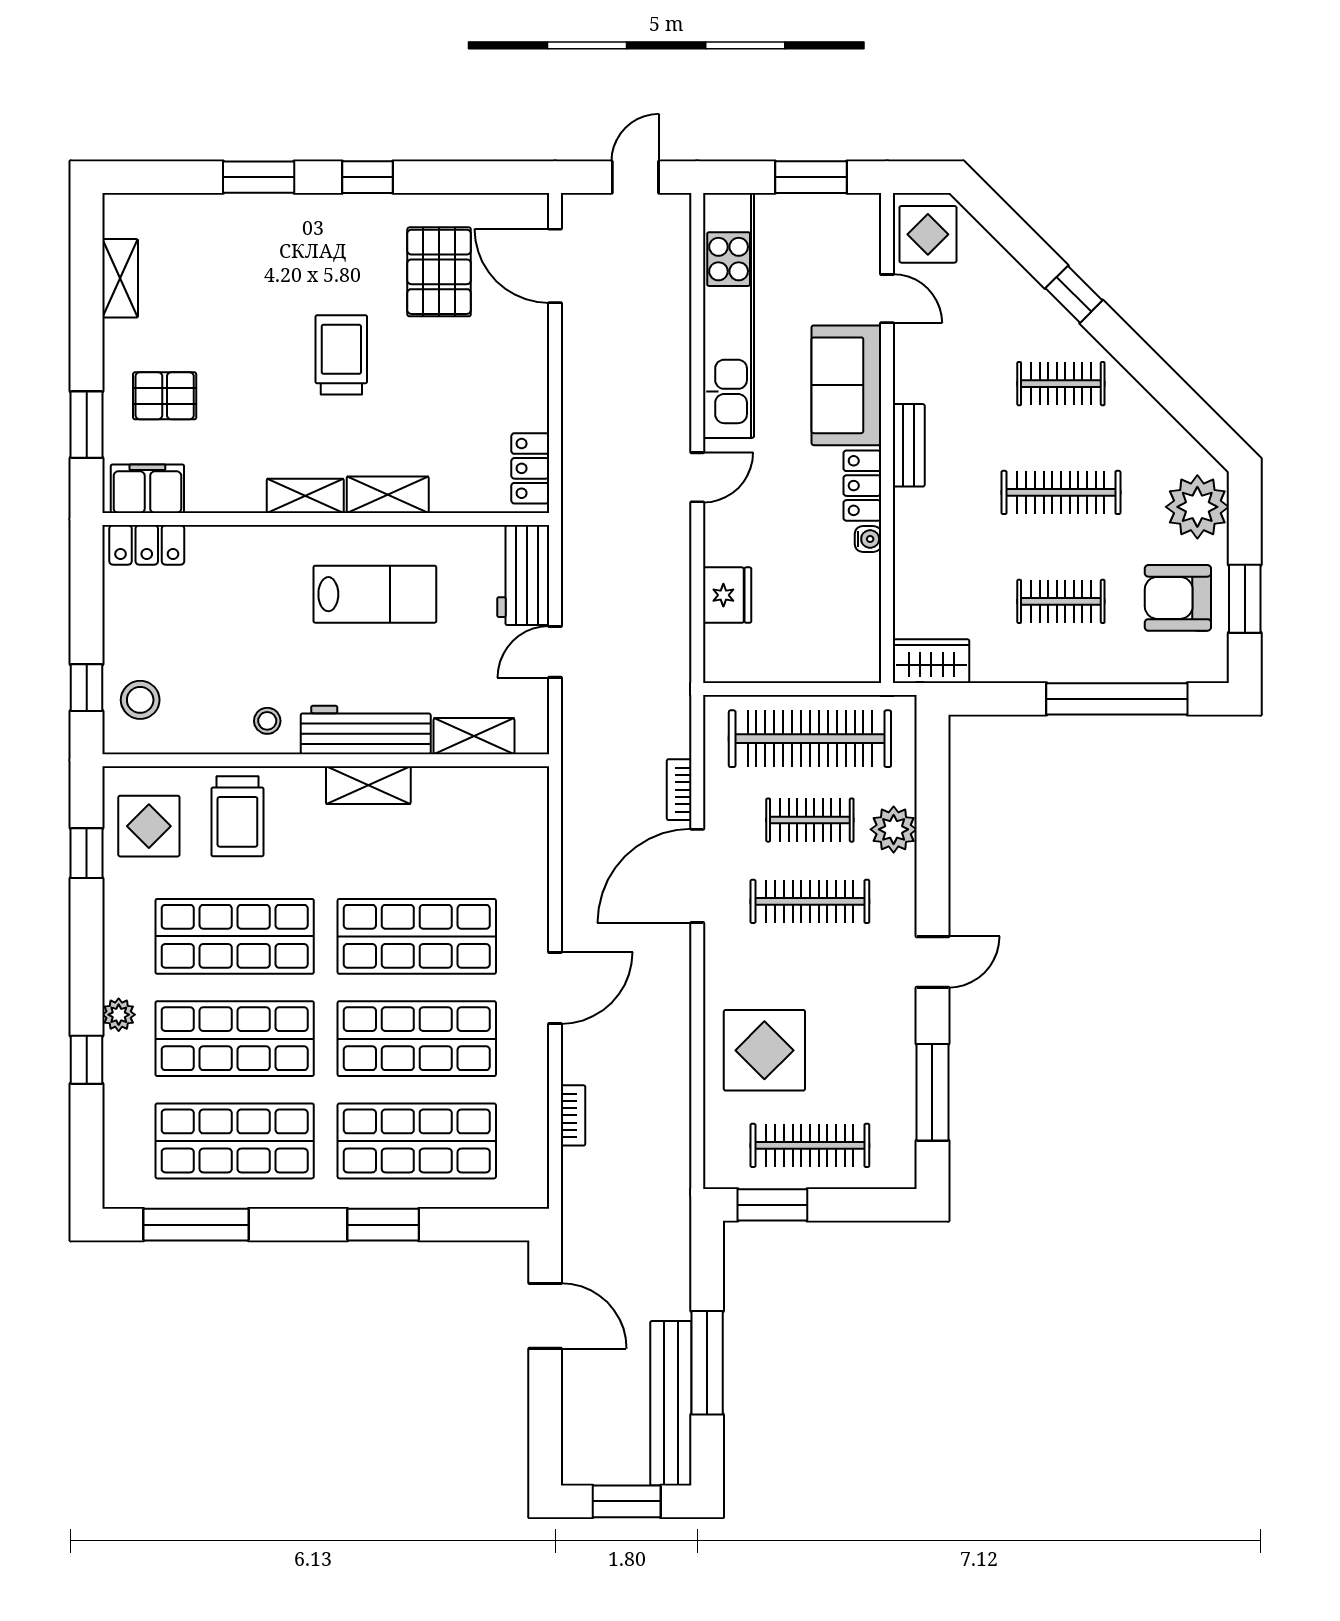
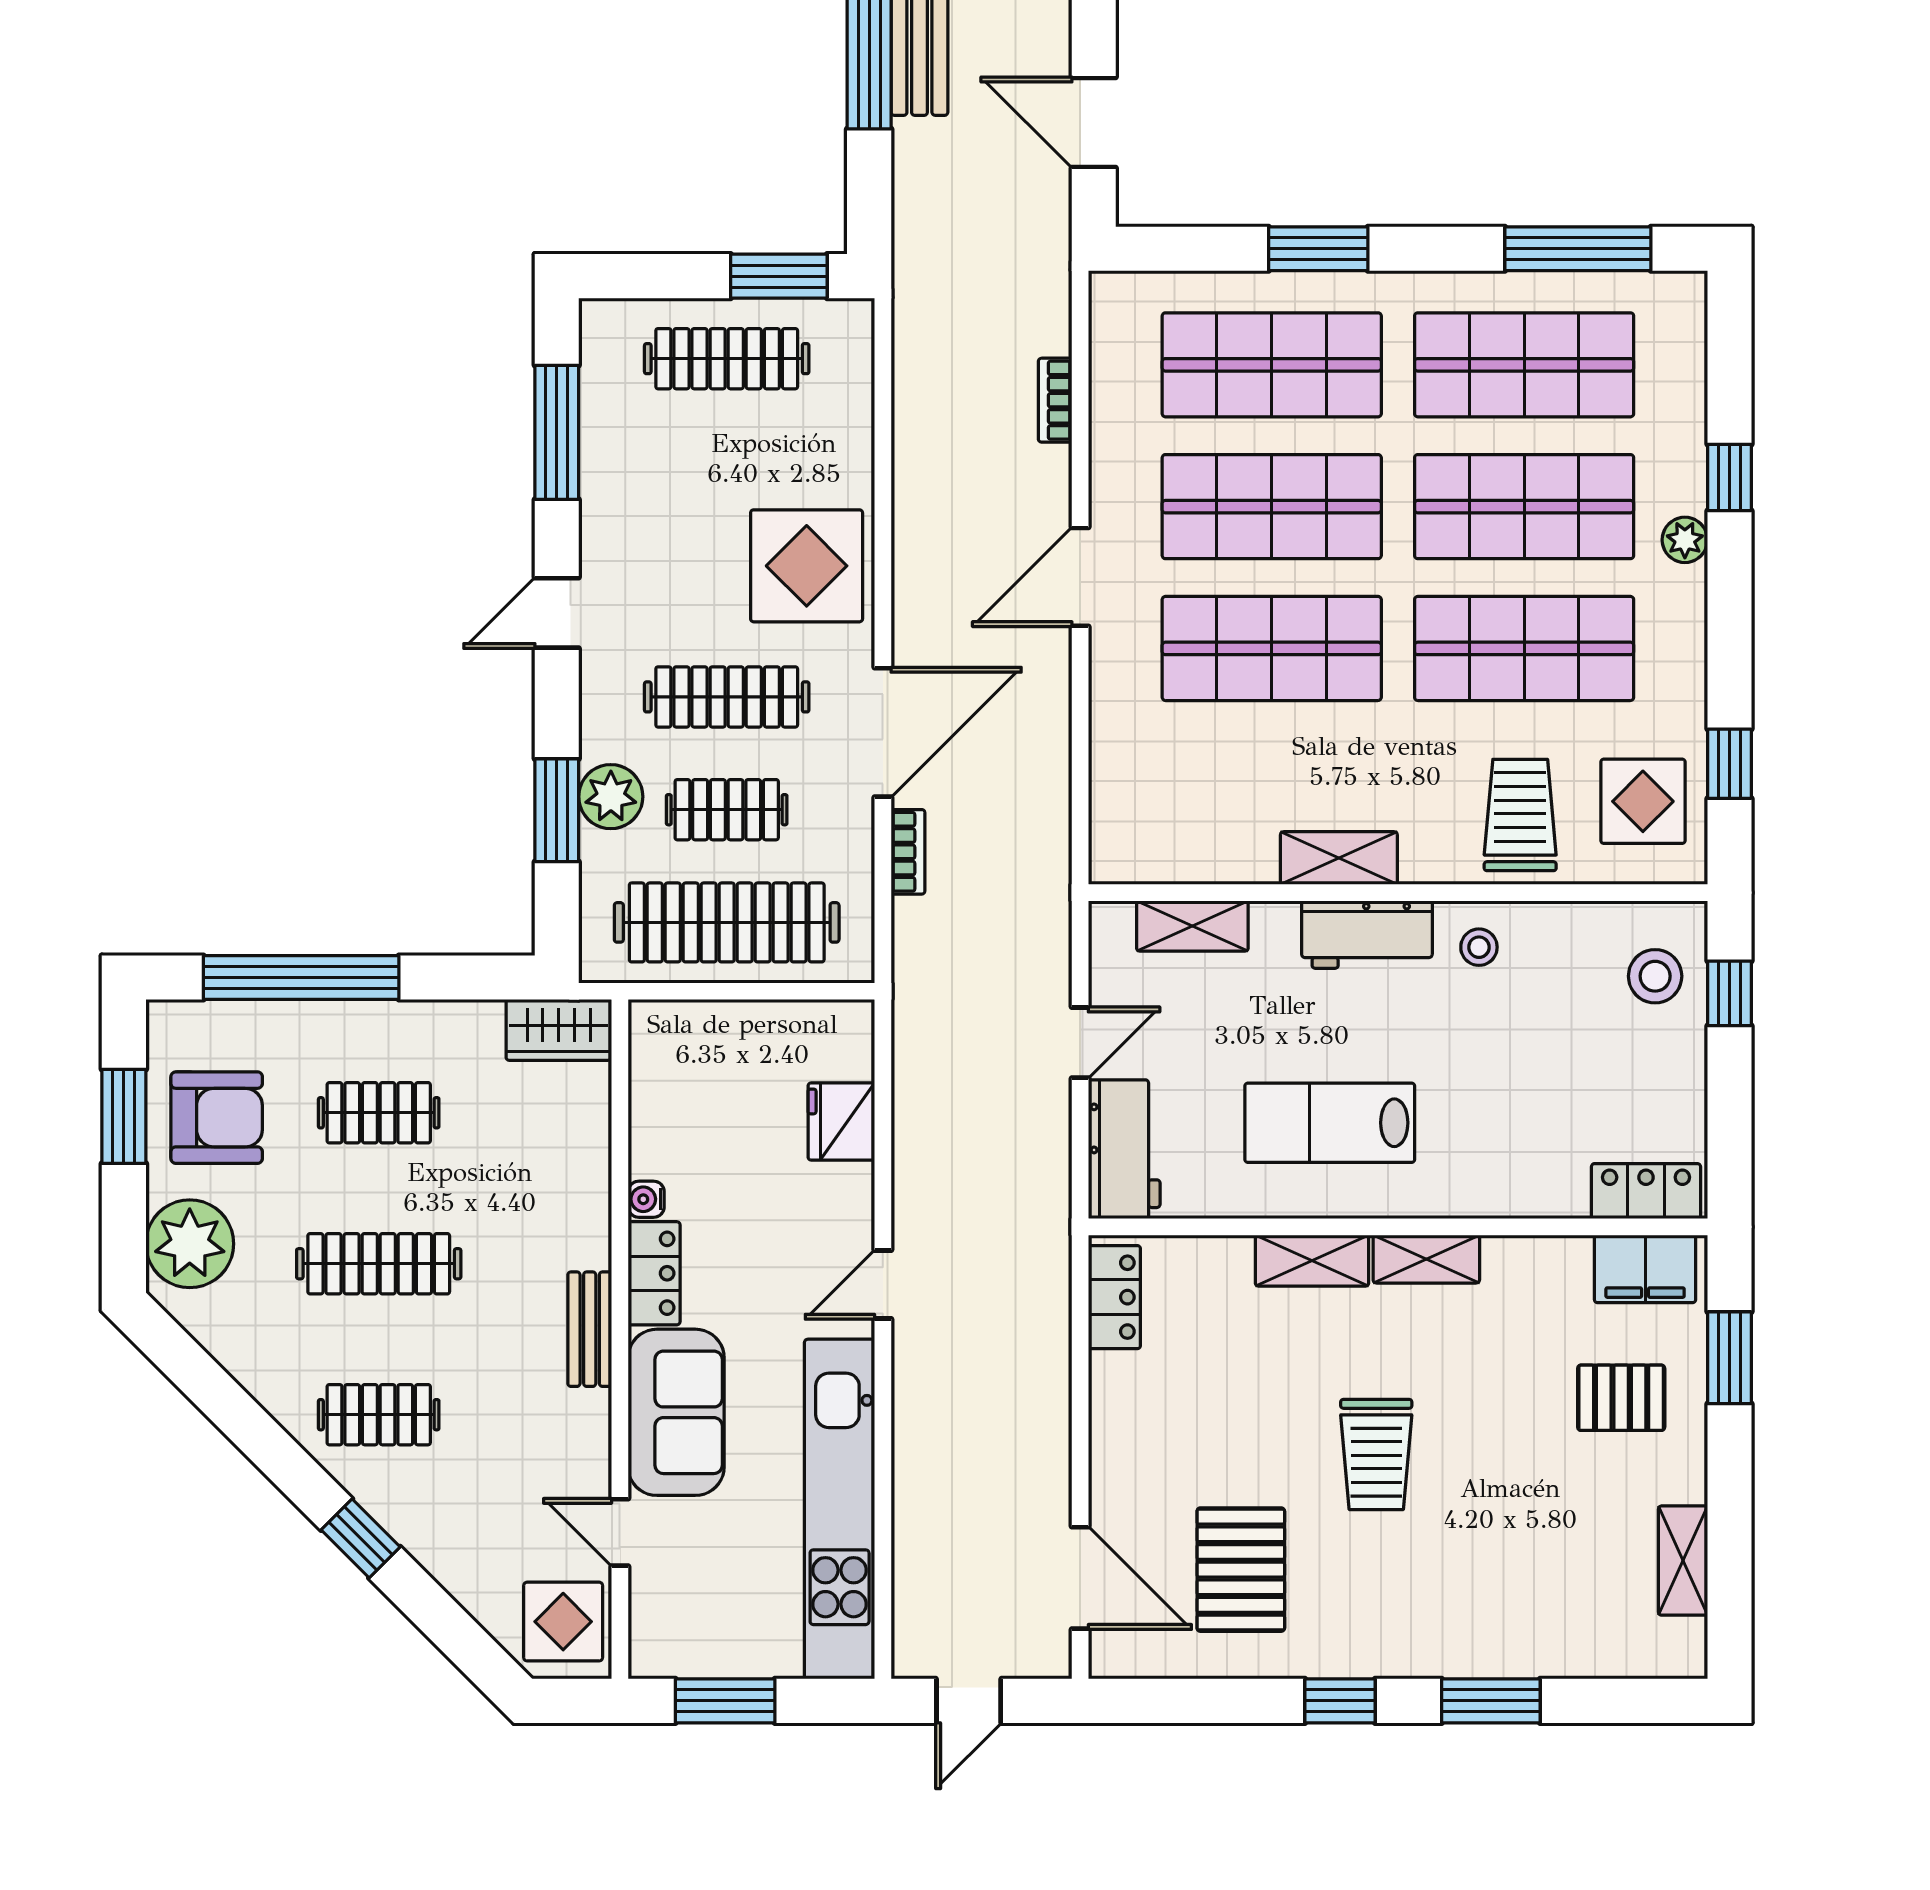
workbench: (366, 730) -> (1367, 935), width x0.73
window: (932, 820) -> (557, 810), added
display table: (764, 1050) -> (807, 566), moved

